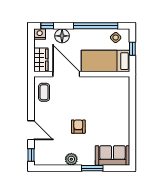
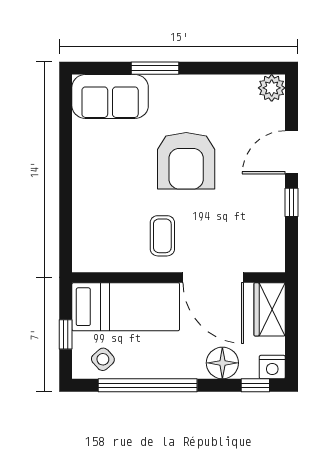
coffee table: (44, 92) -> (162, 236), moved
armchair: (78, 127) -> (186, 161), width x1.88, depth x1.88
door: (31, 130) -> (291, 152), hinge flipped
window: (31, 155) -> (291, 202), moved
plant: (71, 159) -> (272, 88), moved

